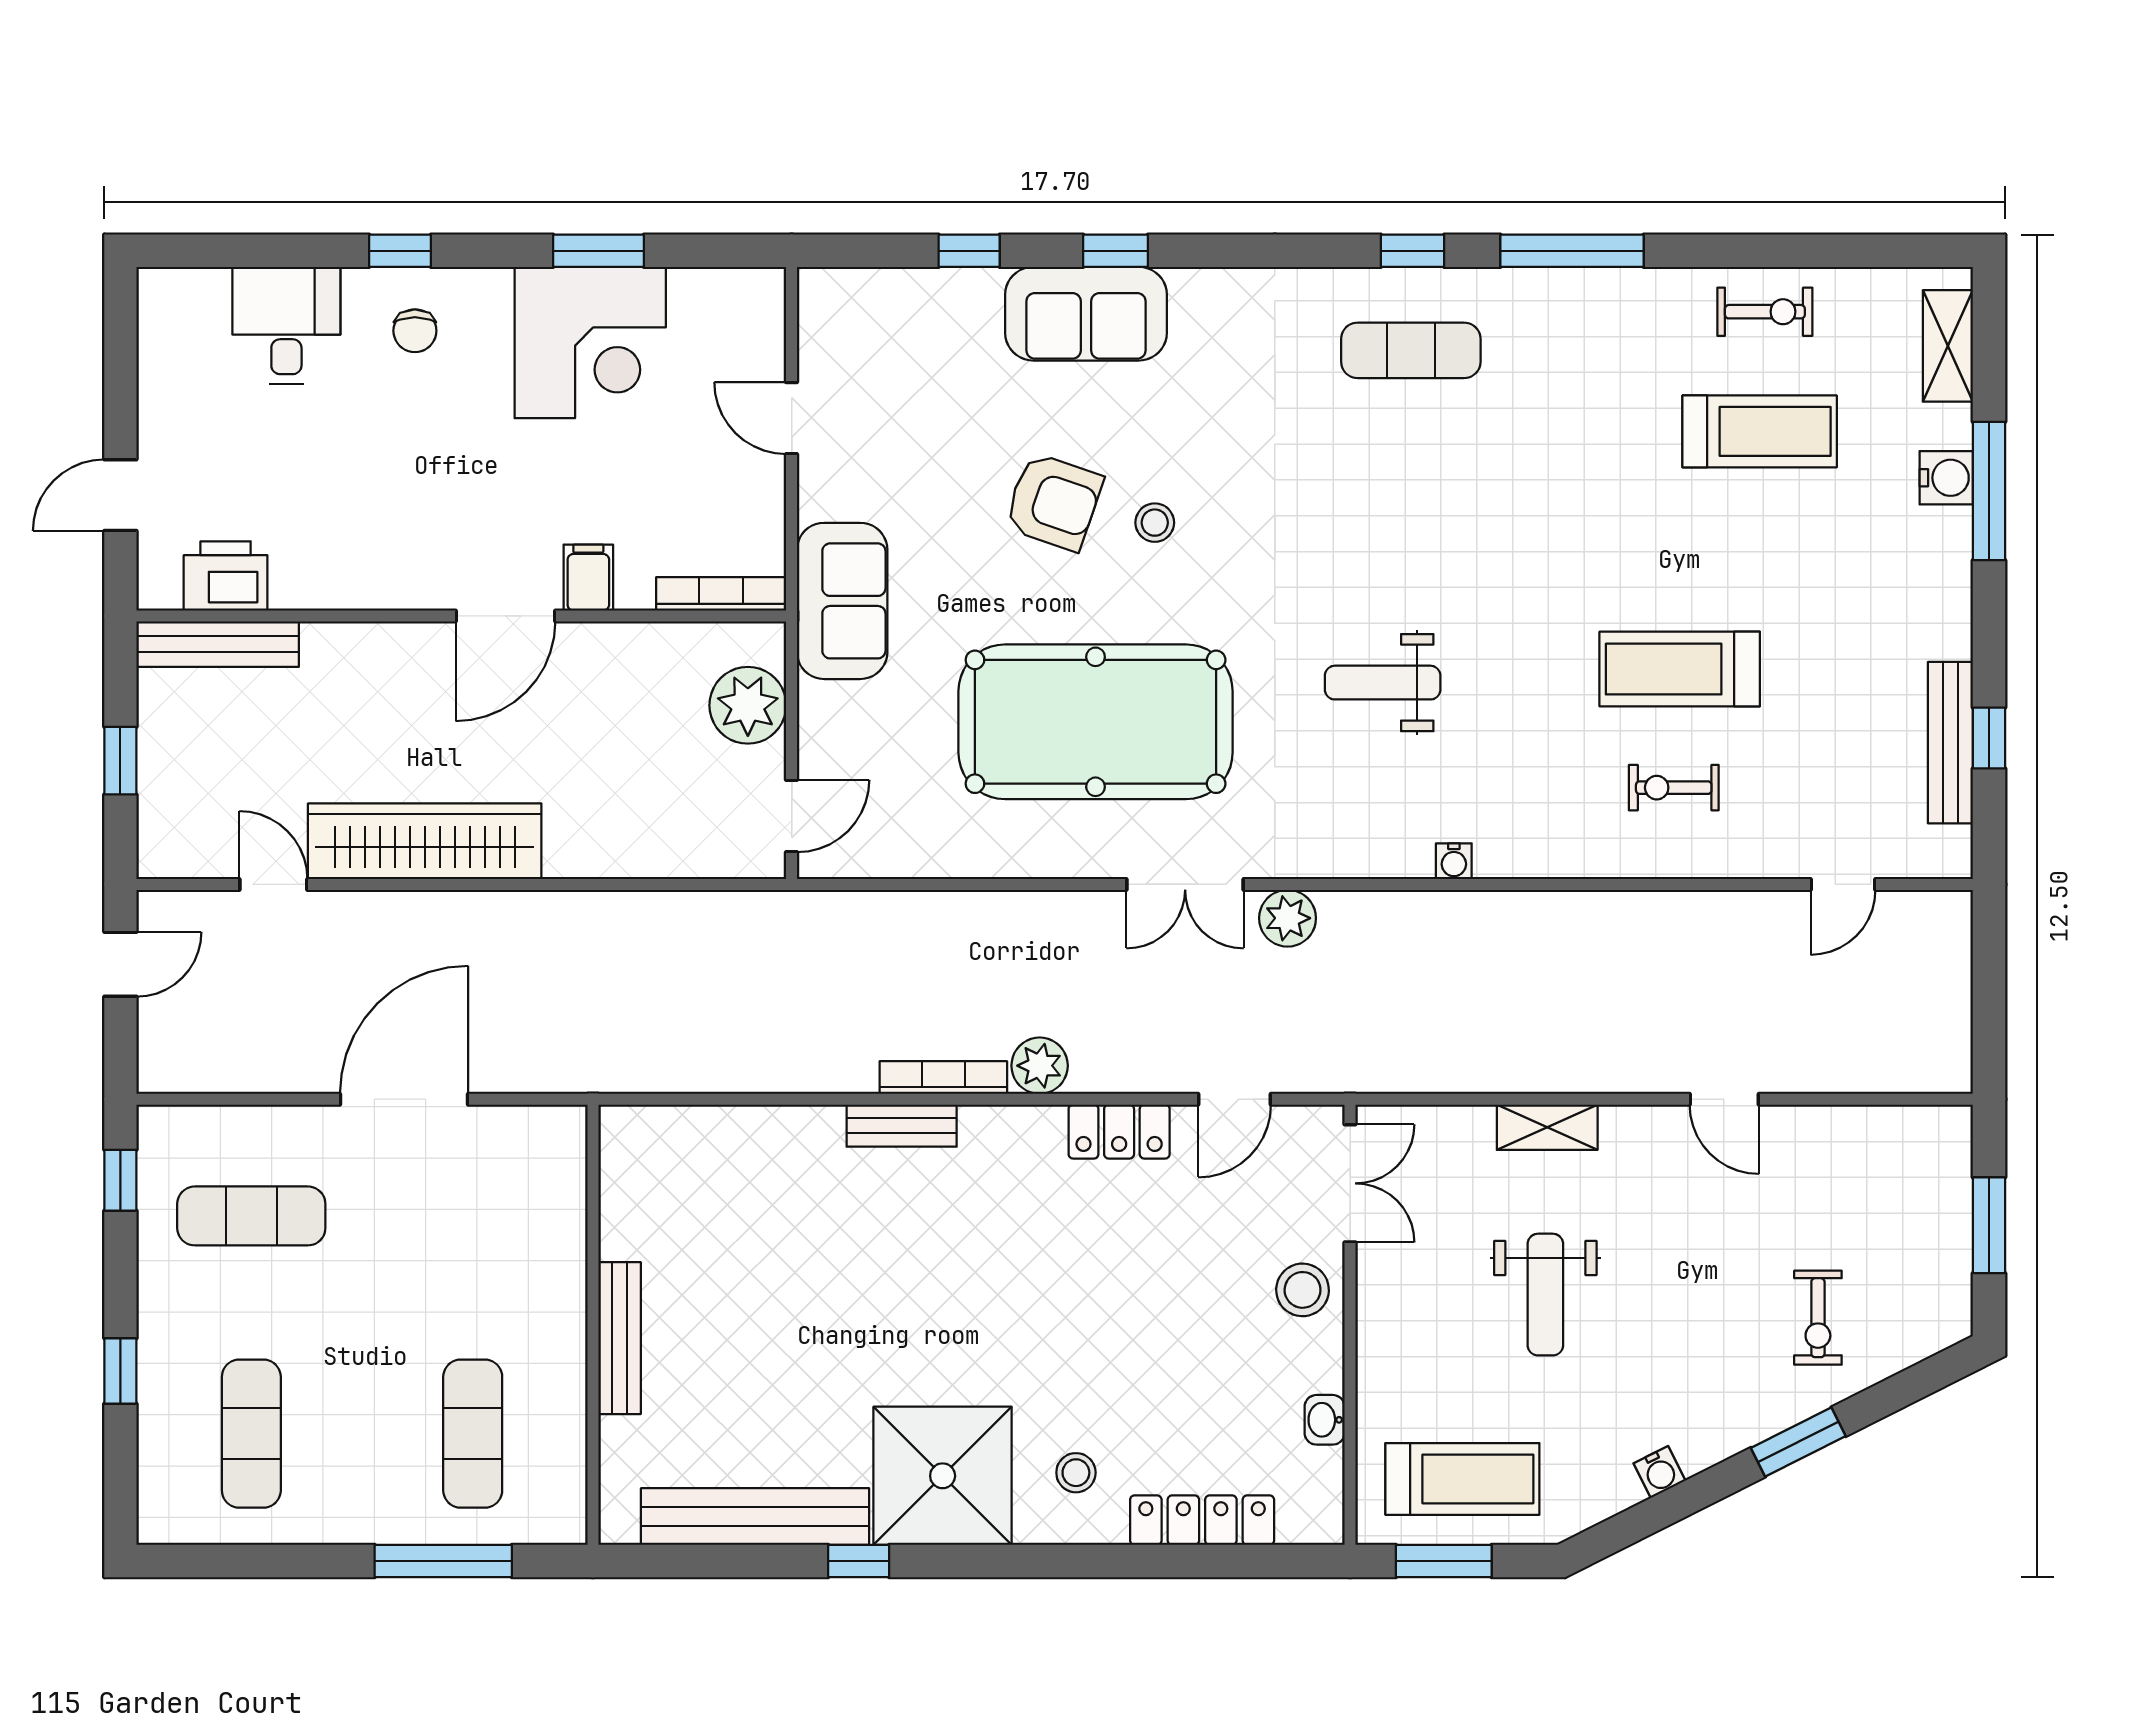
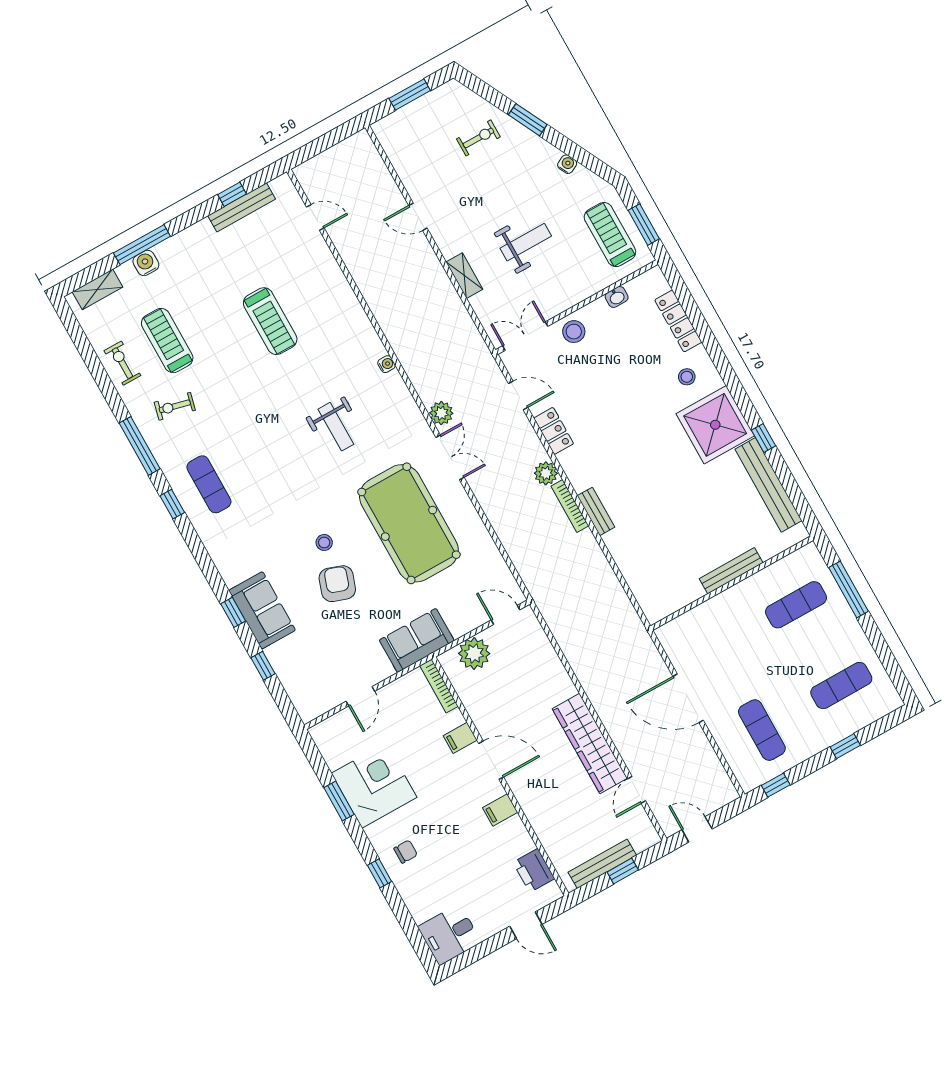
desk: (286, 325) -> (450, 935), moved
filing cabinet: (391, 576) -> (500, 810), added
bench: (218, 644) -> (602, 864), moved, turned 90
exercise bike: (1674, 788) -> (175, 406), moved, turned 104
door: (1724, 1099) -> (418, 217), swing flipped

